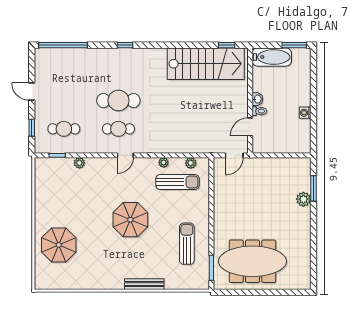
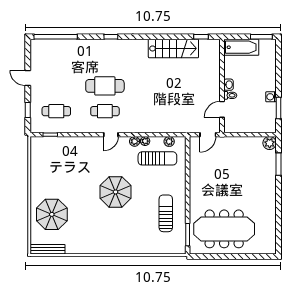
stairs: (206, 64) -> (173, 48), width x0.73, depth x0.66
window: (314, 125) -> (278, 108), added
plant: (79, 163) -> (135, 141), moved
plant: (303, 199) -> (270, 143), moved
bench: (144, 284) -> (48, 249), moved

